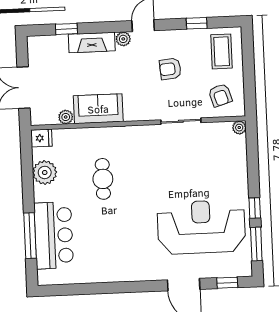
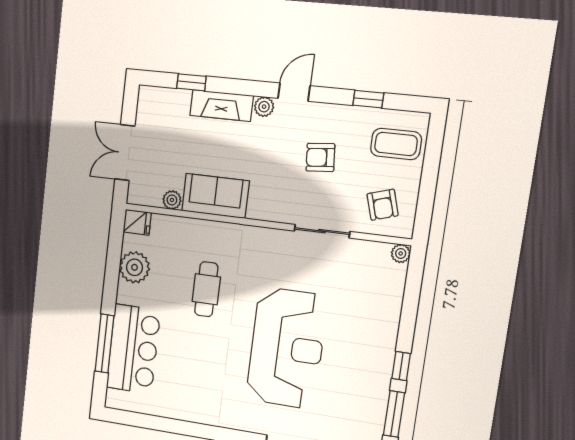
coffee table: (222, 51) -> (396, 144), turned 90
reception desk: (201, 227) -> (287, 348), moved, turned 90

